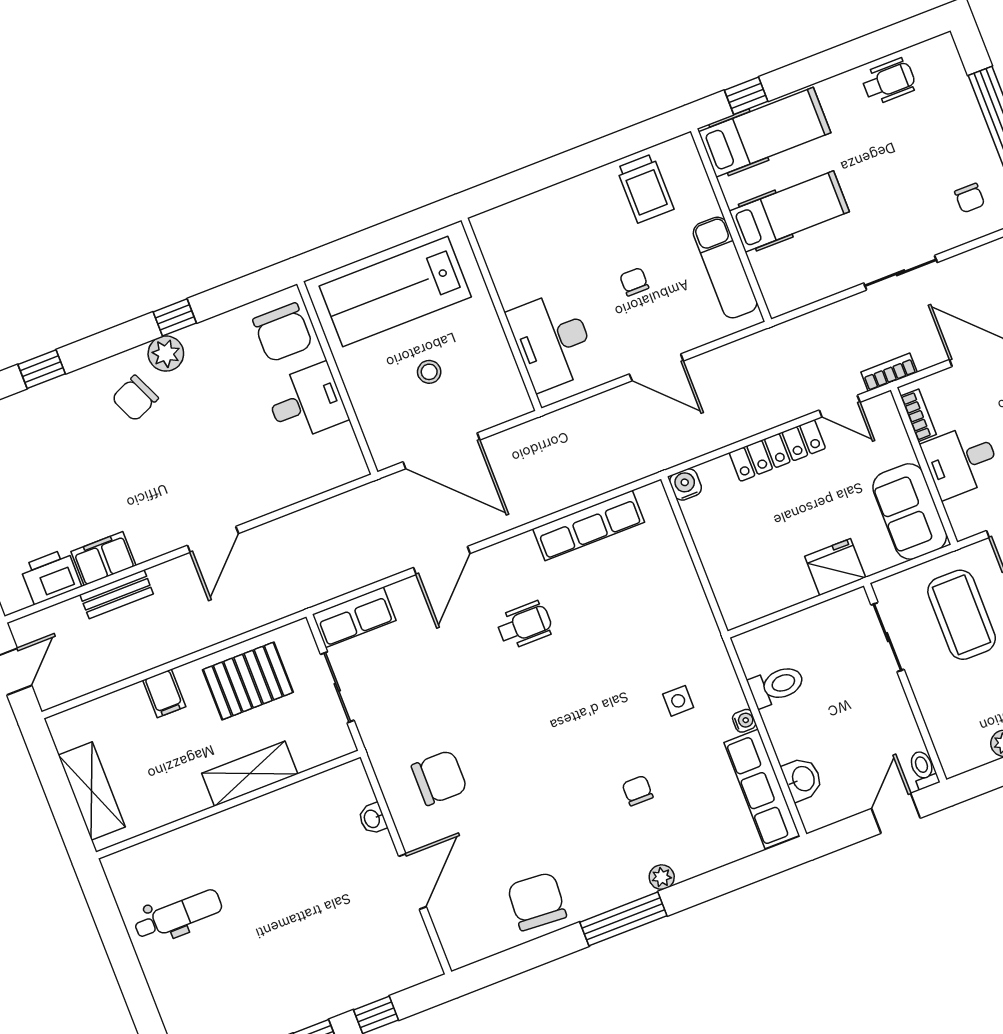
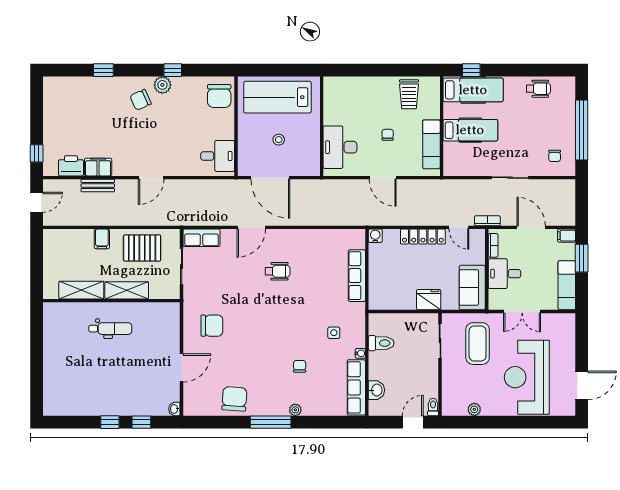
desk: (306, 402) -> (218, 156), moved
row of seats: (589, 525) -> (357, 276), moved, turned 90
shelving: (92, 791) -> (81, 290), moved, turned 90
washbasin: (373, 819) -> (174, 409), moved
dental chair: (178, 915) -> (110, 329), moved

